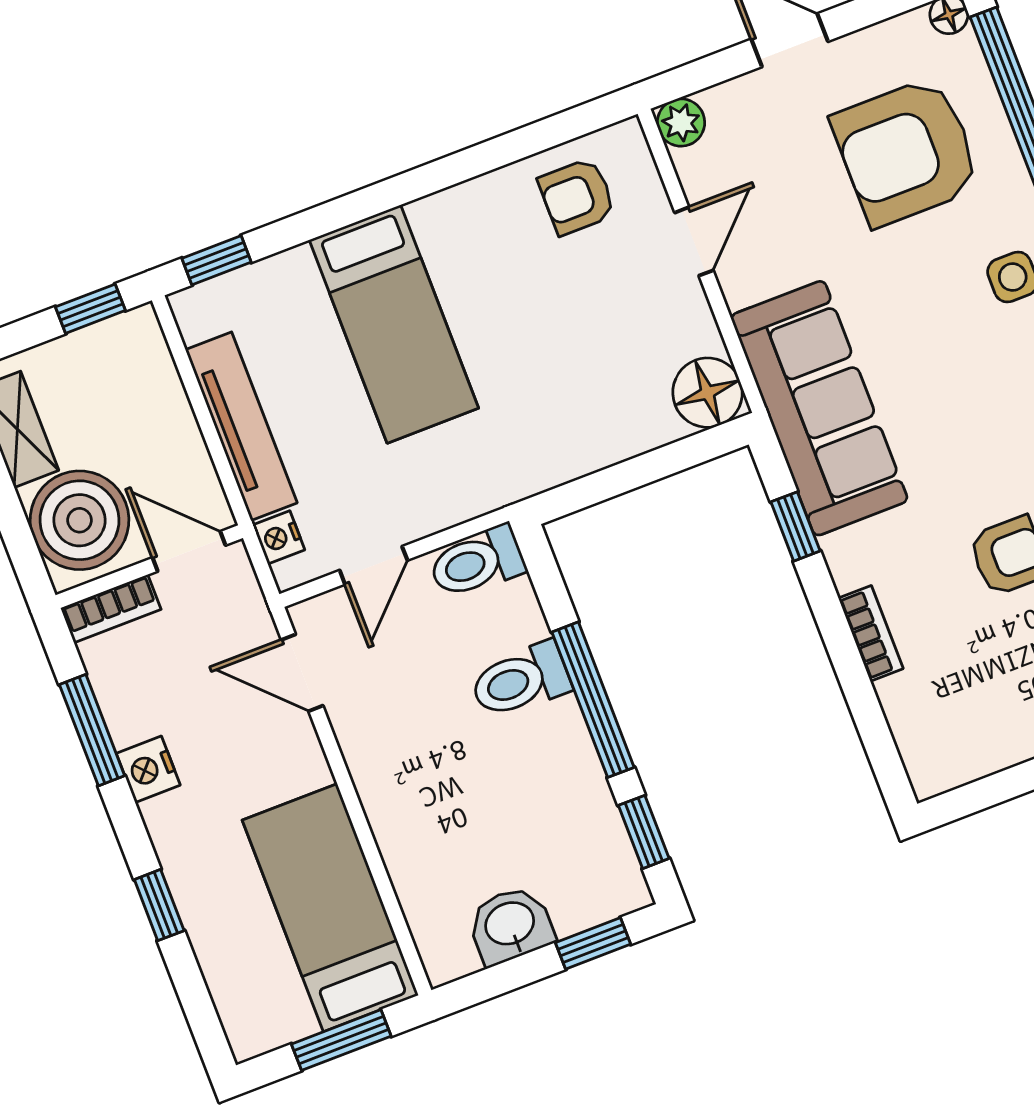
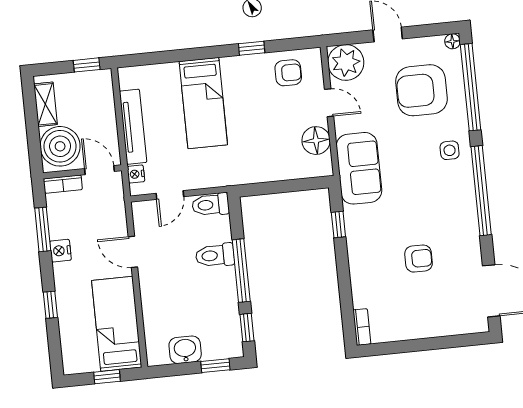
plant: (681, 123) -> (346, 62), width x1.87, depth x1.87
armchair: (577, 197) -> (288, 73), turned 180
door: (694, 241) -> (329, 103), hinge flipped
window: (216, 260) -> (252, 48), moved
floor lamp: (708, 393) -> (316, 141), moved
sofa: (819, 408) -> (359, 168), width x0.73
bookcase: (871, 633) -> (362, 327), moved
door: (302, 673) -> (133, 252), moved
window: (341, 1040) -> (107, 377), width x0.67

